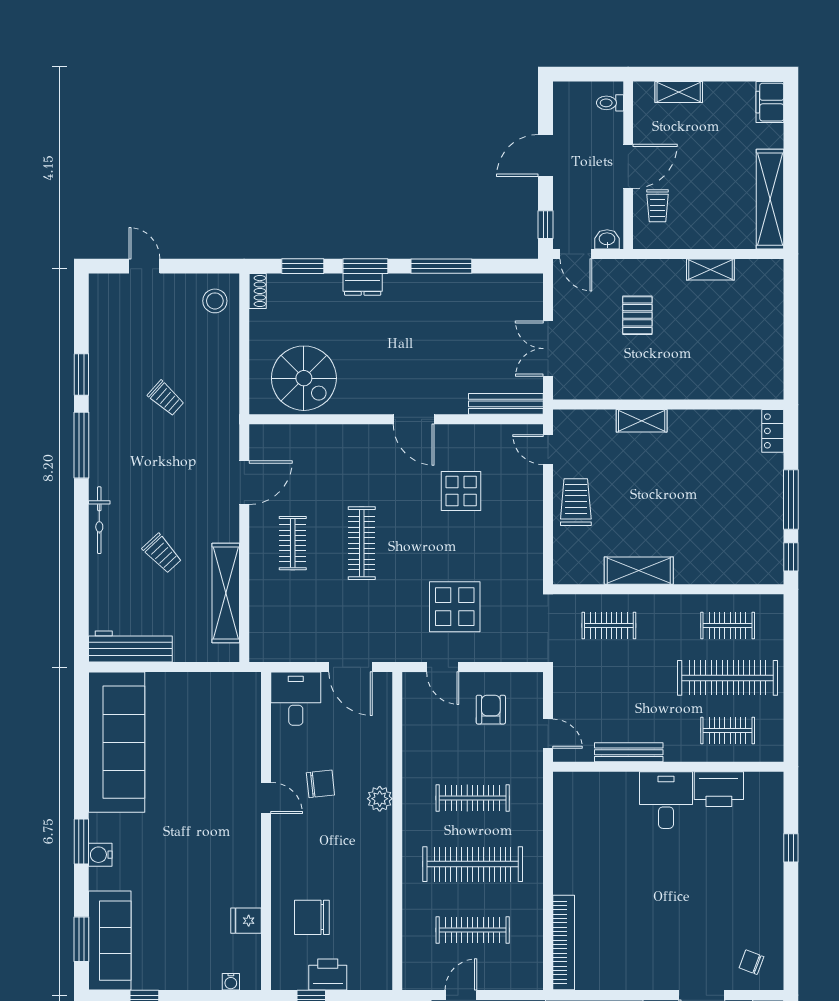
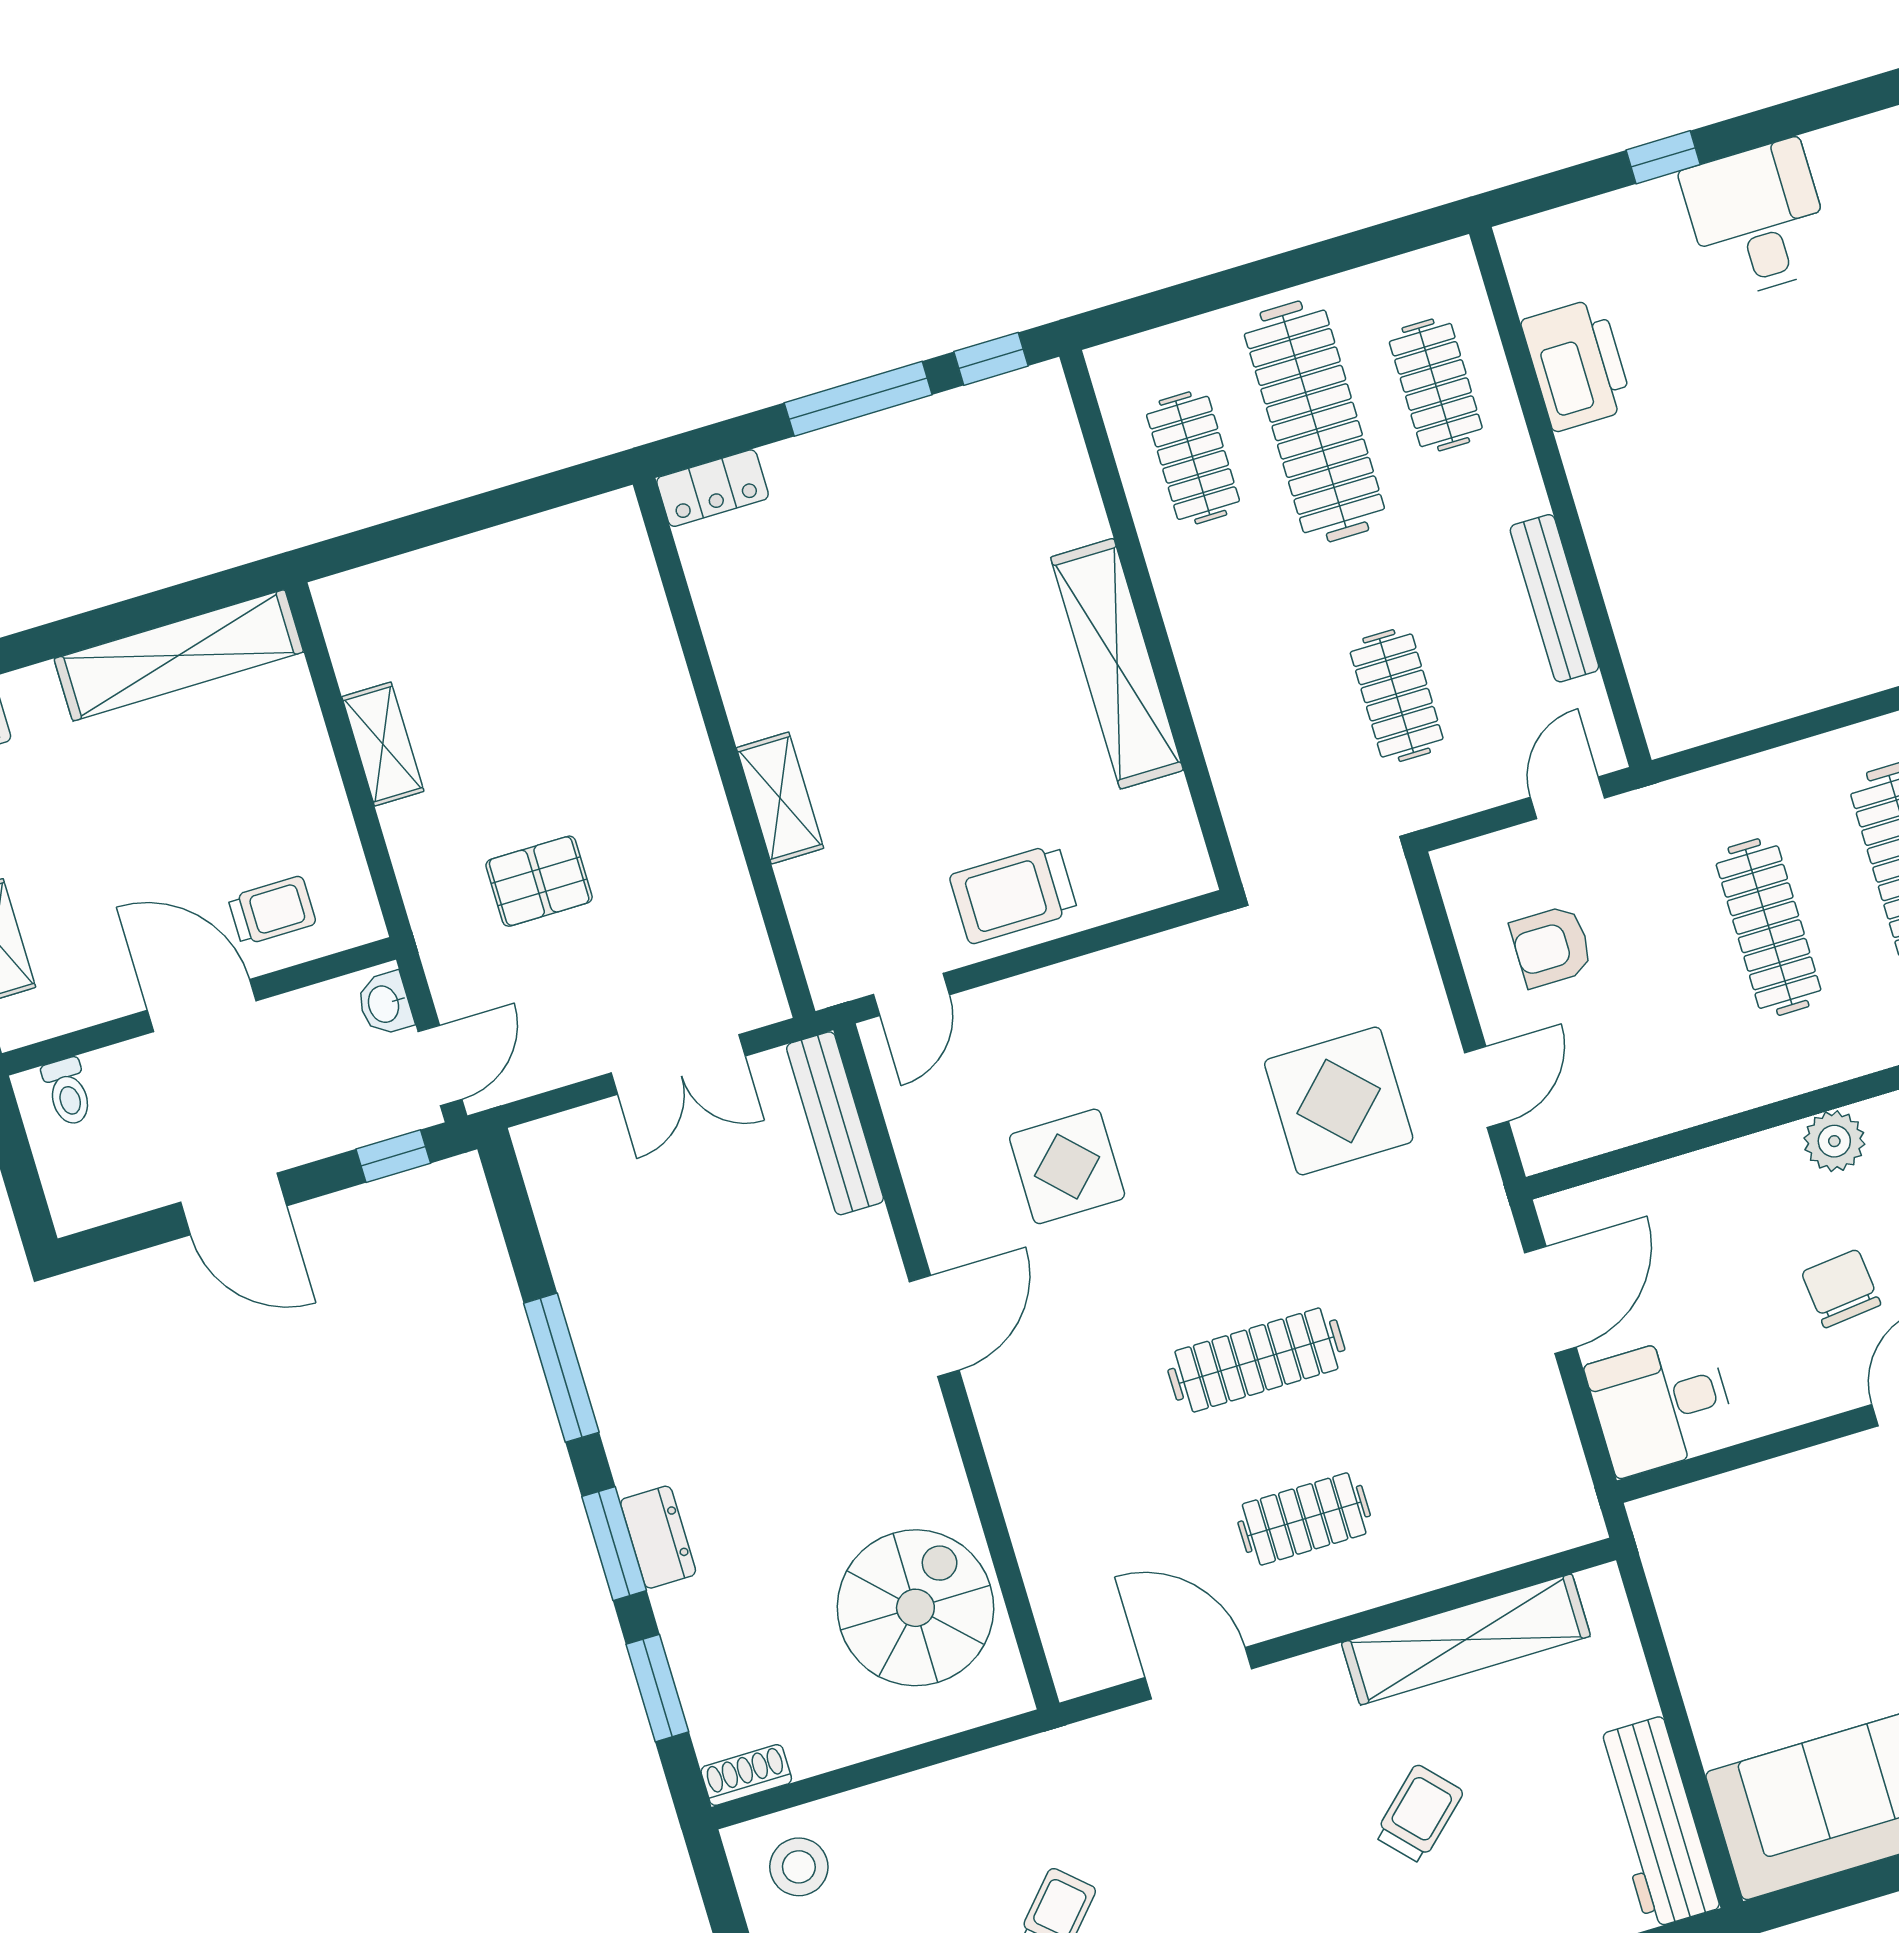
shelving: (639, 571) -> (1117, 664), width x1.47
clothes rail: (609, 625) -> (1397, 696), moved
desk: (666, 800) -> (1757, 219), moved, turned 90

